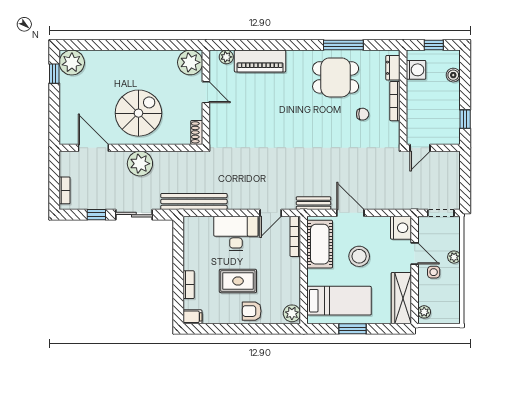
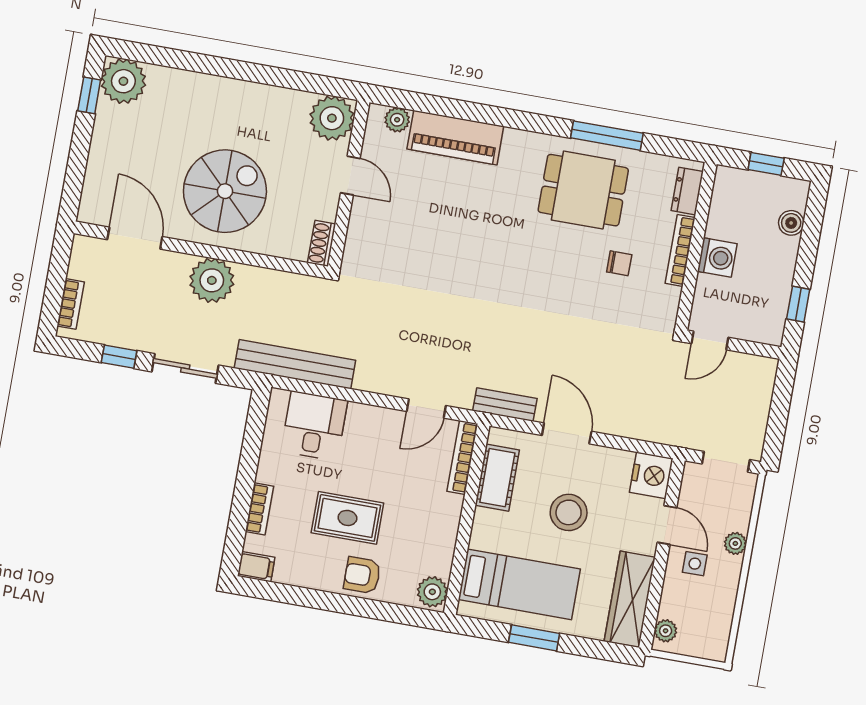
washing machine: (416, 70) -> (717, 258), moved
desk: (236, 234) -> (314, 426), moved, width x0.73
cot: (320, 244) -> (497, 478), width x0.73, depth x0.75

